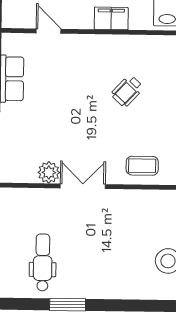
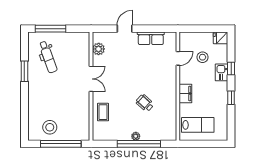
plant: (49, 172) -> (99, 49), moved
dental chair: (43, 262) -> (48, 57), turned 70

